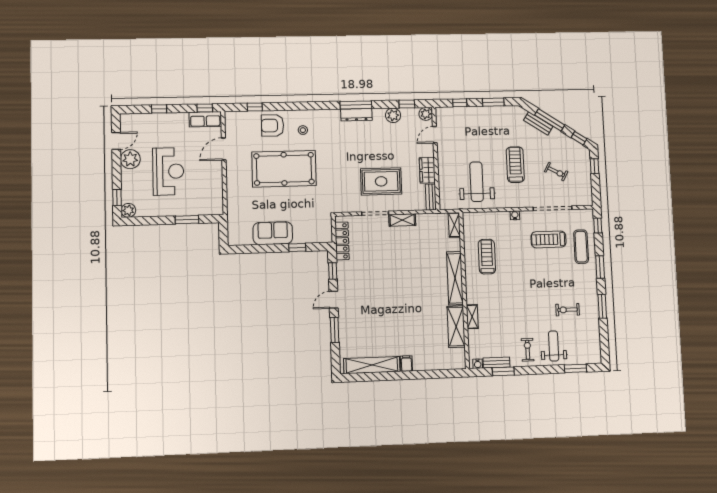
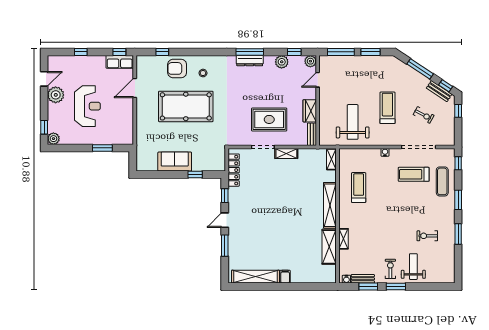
window: (460, 103) -> (341, 52), width x2.17
bench: (538, 123) -> (439, 91), moved
window: (575, 368) -> (396, 286), moved

